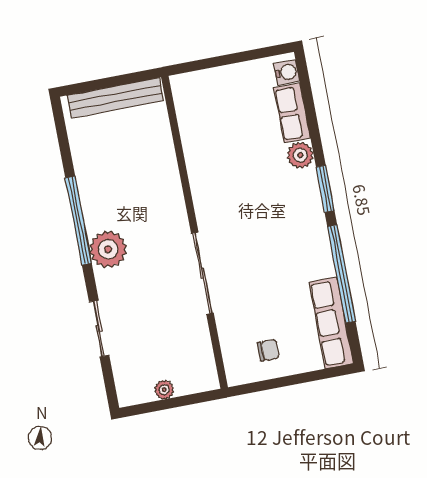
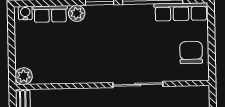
plant: (185, 87) -> (24, 76), added
chair: (268, 350) -> (191, 53), width x1.87, depth x1.87

